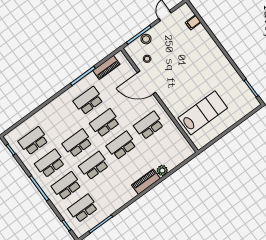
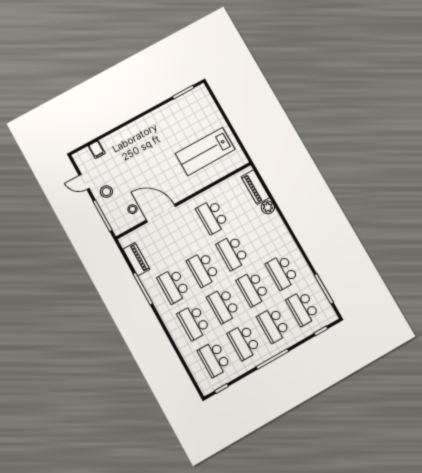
stool: (146, 39) -> (106, 192), moved
door: (147, 83) -> (161, 213), swing flipped
lab bench: (203, 113) -> (205, 151), turned -90
school desk: (61, 121) -> (194, 322), added
piano: (146, 182) -> (255, 187), moved
school desk: (110, 188) -> (282, 272), added

